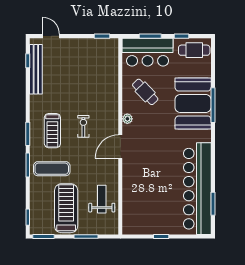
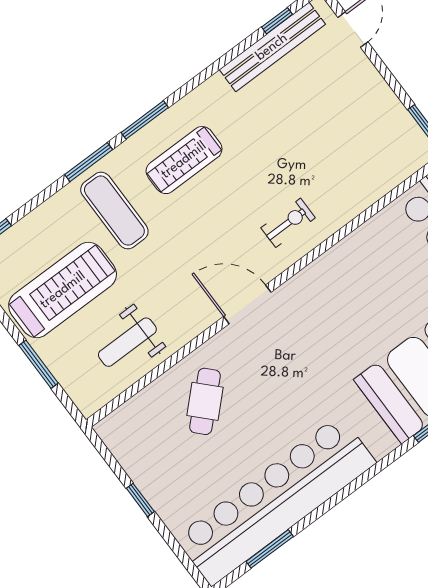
cafe table: (145, 92) -> (205, 401), moved
plant: (127, 119) -> (307, 279), removed
exercise bike: (83, 126) -> (288, 223), moved
weight bench: (102, 199) -> (127, 342), turned 180

